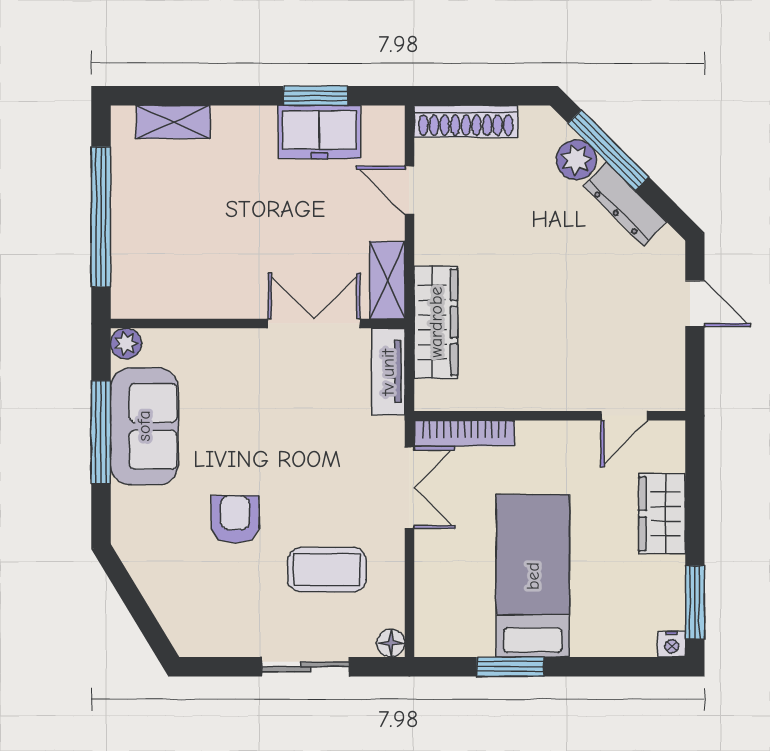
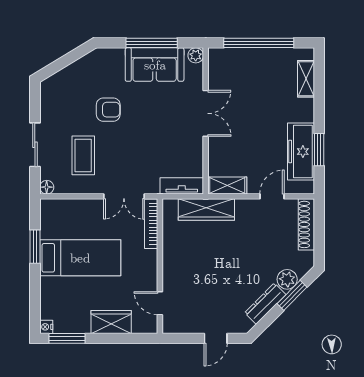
freezer: (319, 132) -> (301, 152), width x1.40
window: (608, 150) -> (292, 295), width x0.69
double door: (314, 324) -> (206, 113), moved

